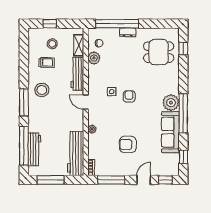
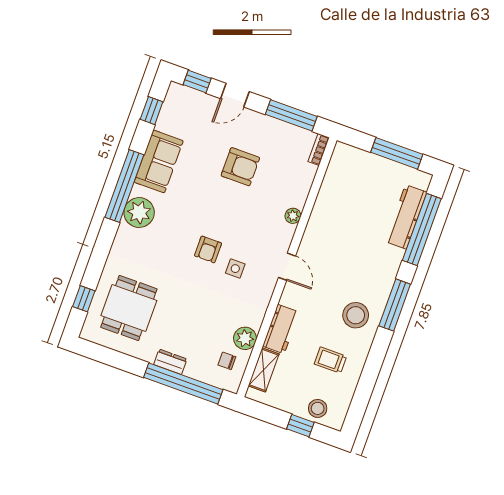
stool: (52, 44) -> (318, 408), moved
dining table: (159, 52) -> (129, 308), turned 90
workbench: (77, 74) -> (281, 329), width x0.73
sofa: (170, 132) -> (159, 161), width x0.73
workbench: (76, 154) -> (337, 184), removed

